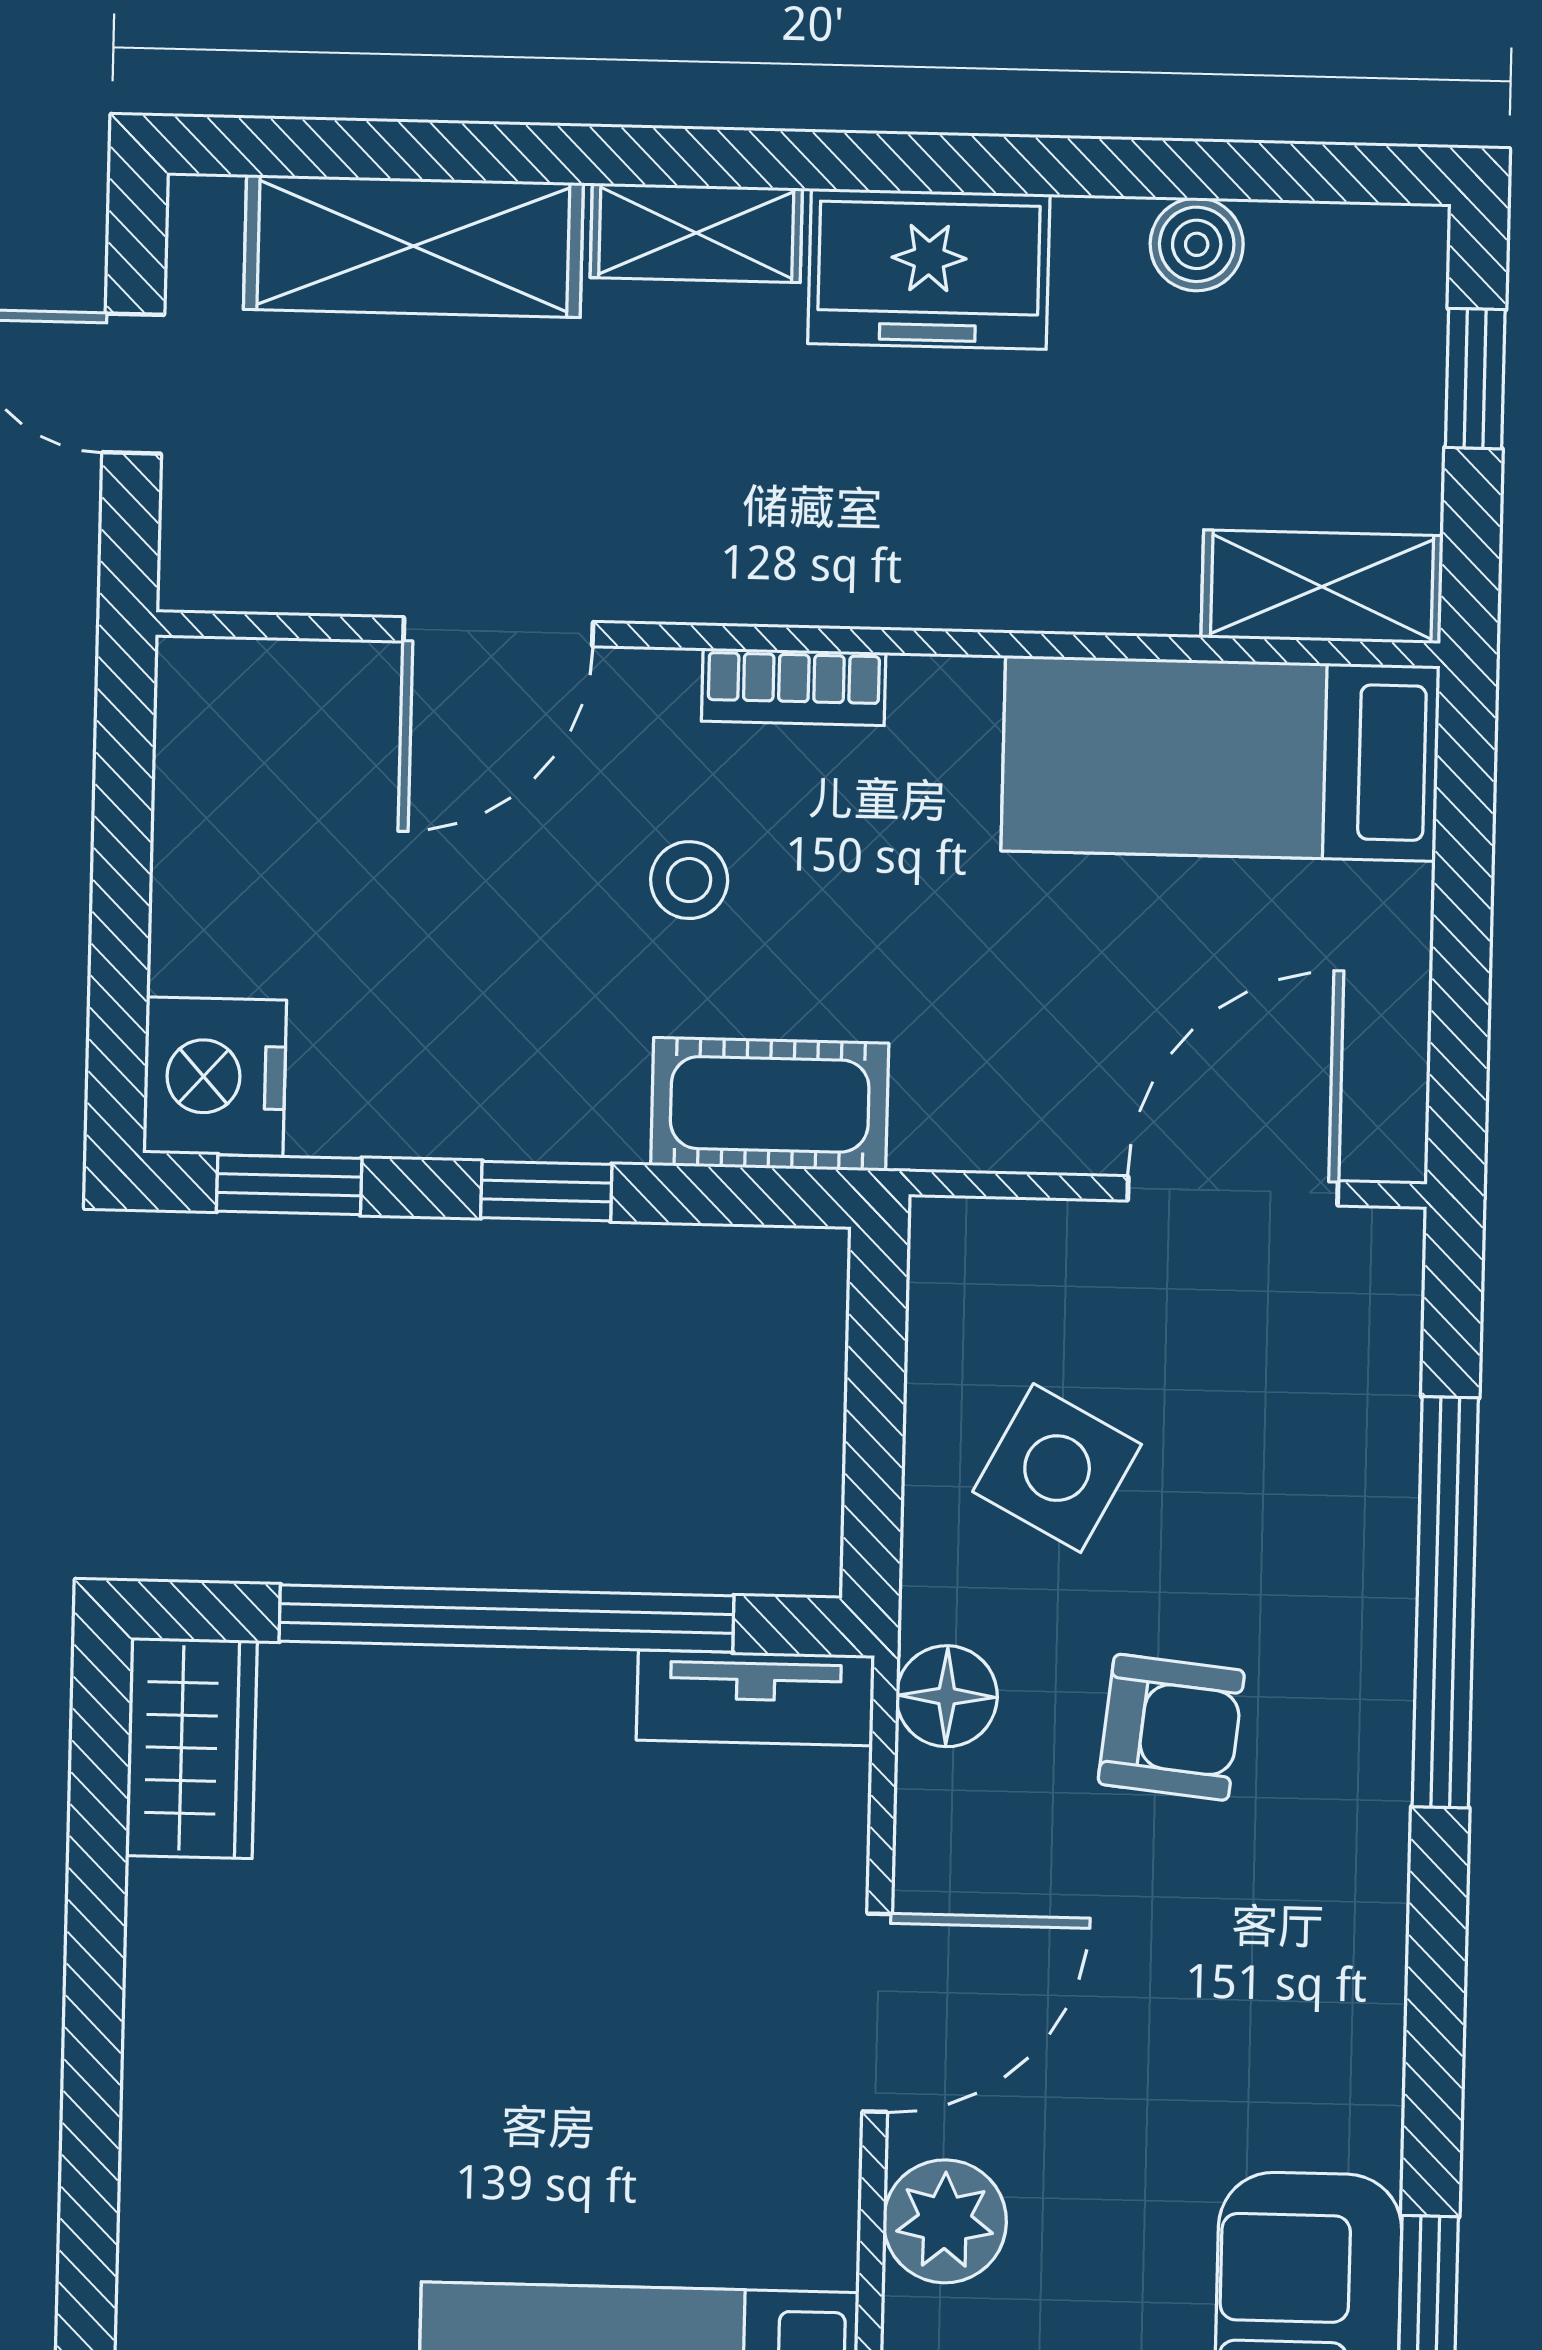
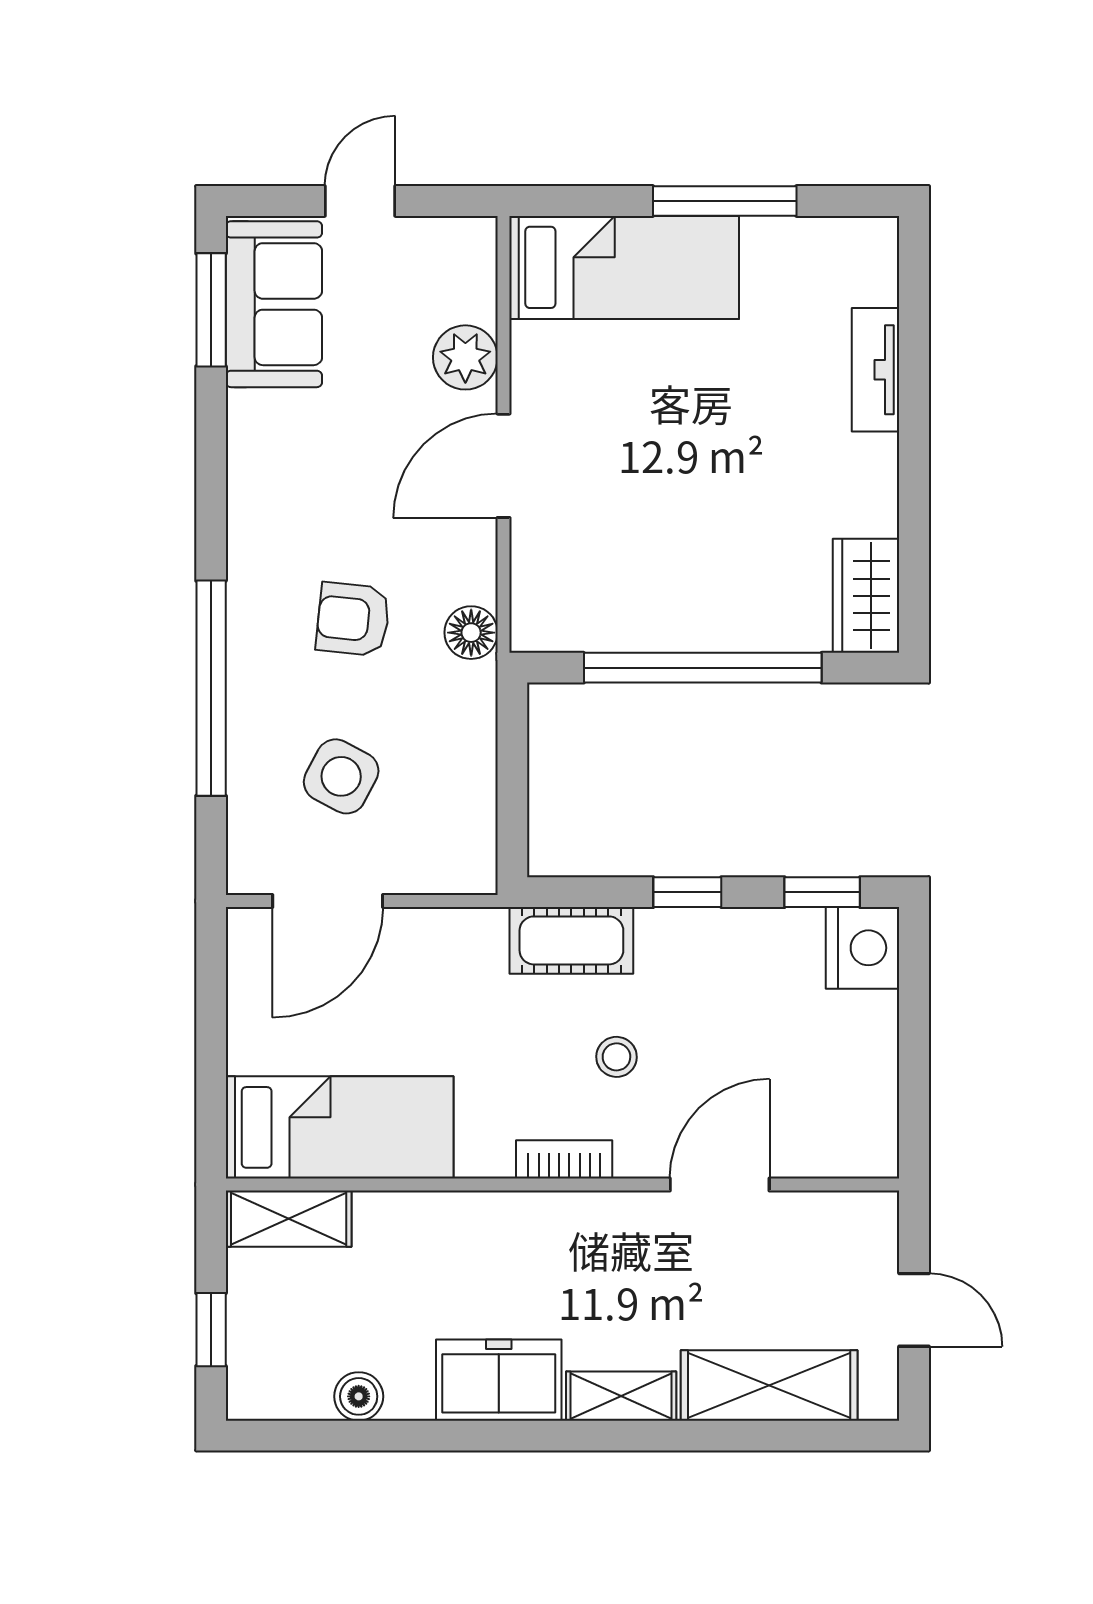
side table: (1057, 1468) -> (341, 776), moved
tv unit: (755, 1698) -> (876, 370), moved, turned -90

